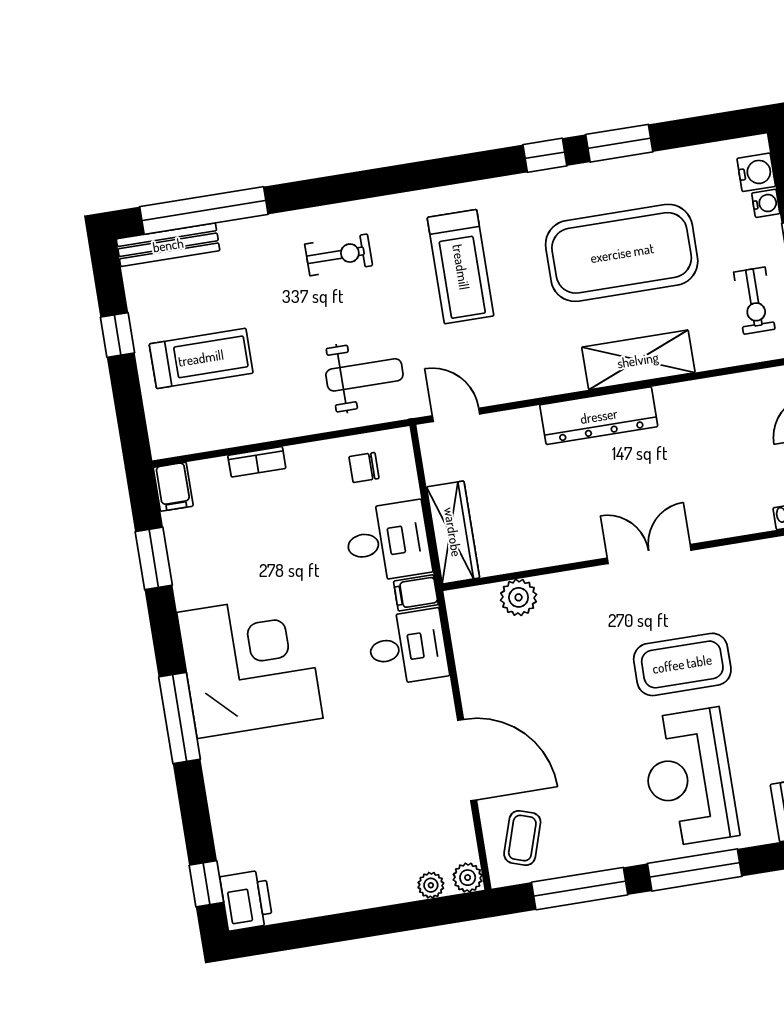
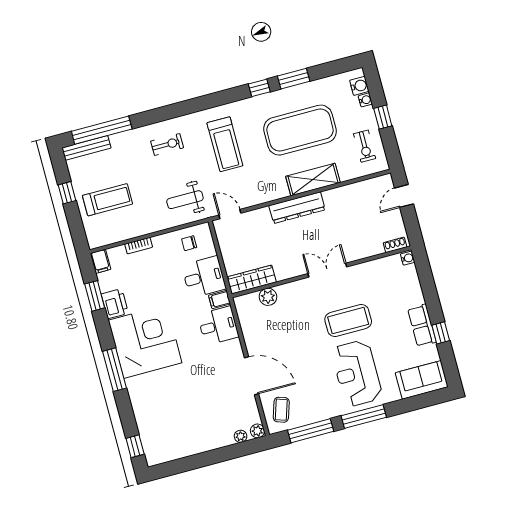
weight bench: (364, 375) -> (185, 200), turned 180
wardrobe: (453, 532) -> (252, 280), moved, turned -90
printer: (246, 900) -> (115, 304), moved

